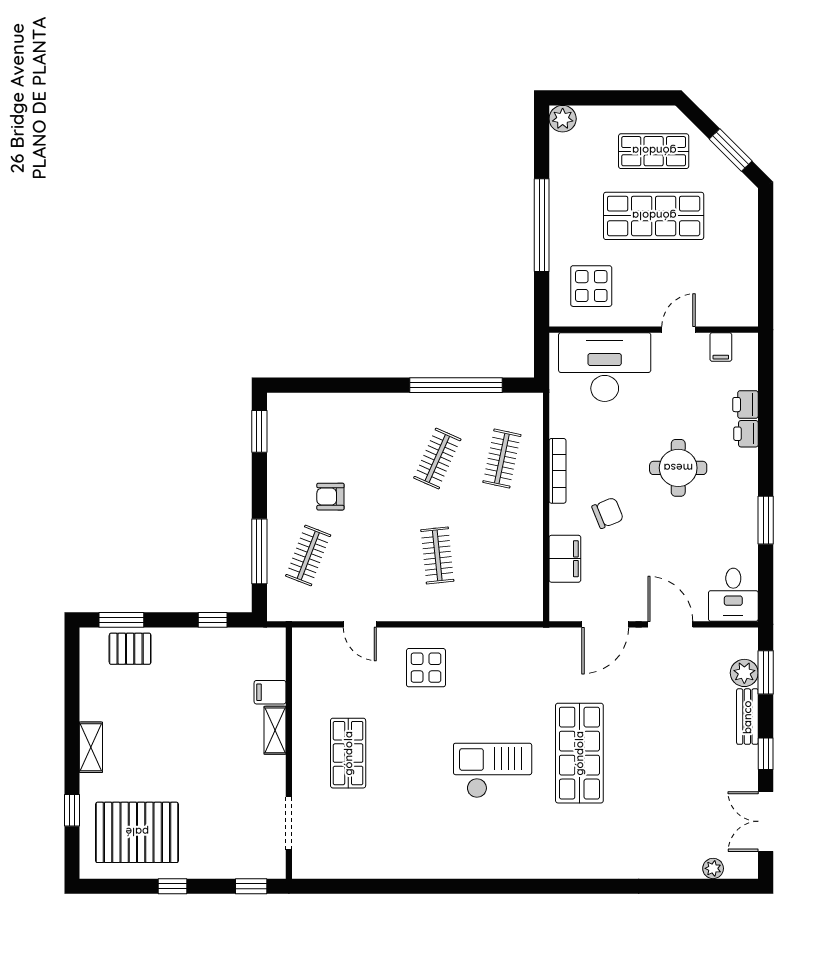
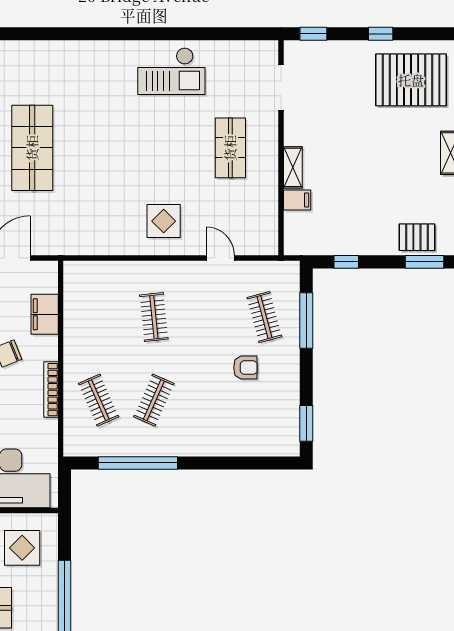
clothes rail: (502, 459) -> (99, 400), turned -36
clothes rail: (308, 555) -> (264, 317), turned -36
checkout: (493, 770) -> (171, 71), moved

